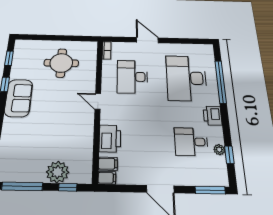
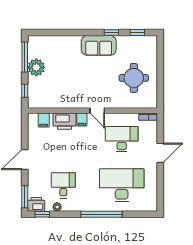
window: (221, 82) -> (101, 214), moved
door: (98, 101) -> (97, 111), swing flipped
printer: (213, 116) -> (36, 204), moved
window: (229, 155) -> (42, 214), moved
plant: (58, 172) -> (36, 67), moved
filing cabinet: (107, 178) -> (82, 120), moved

